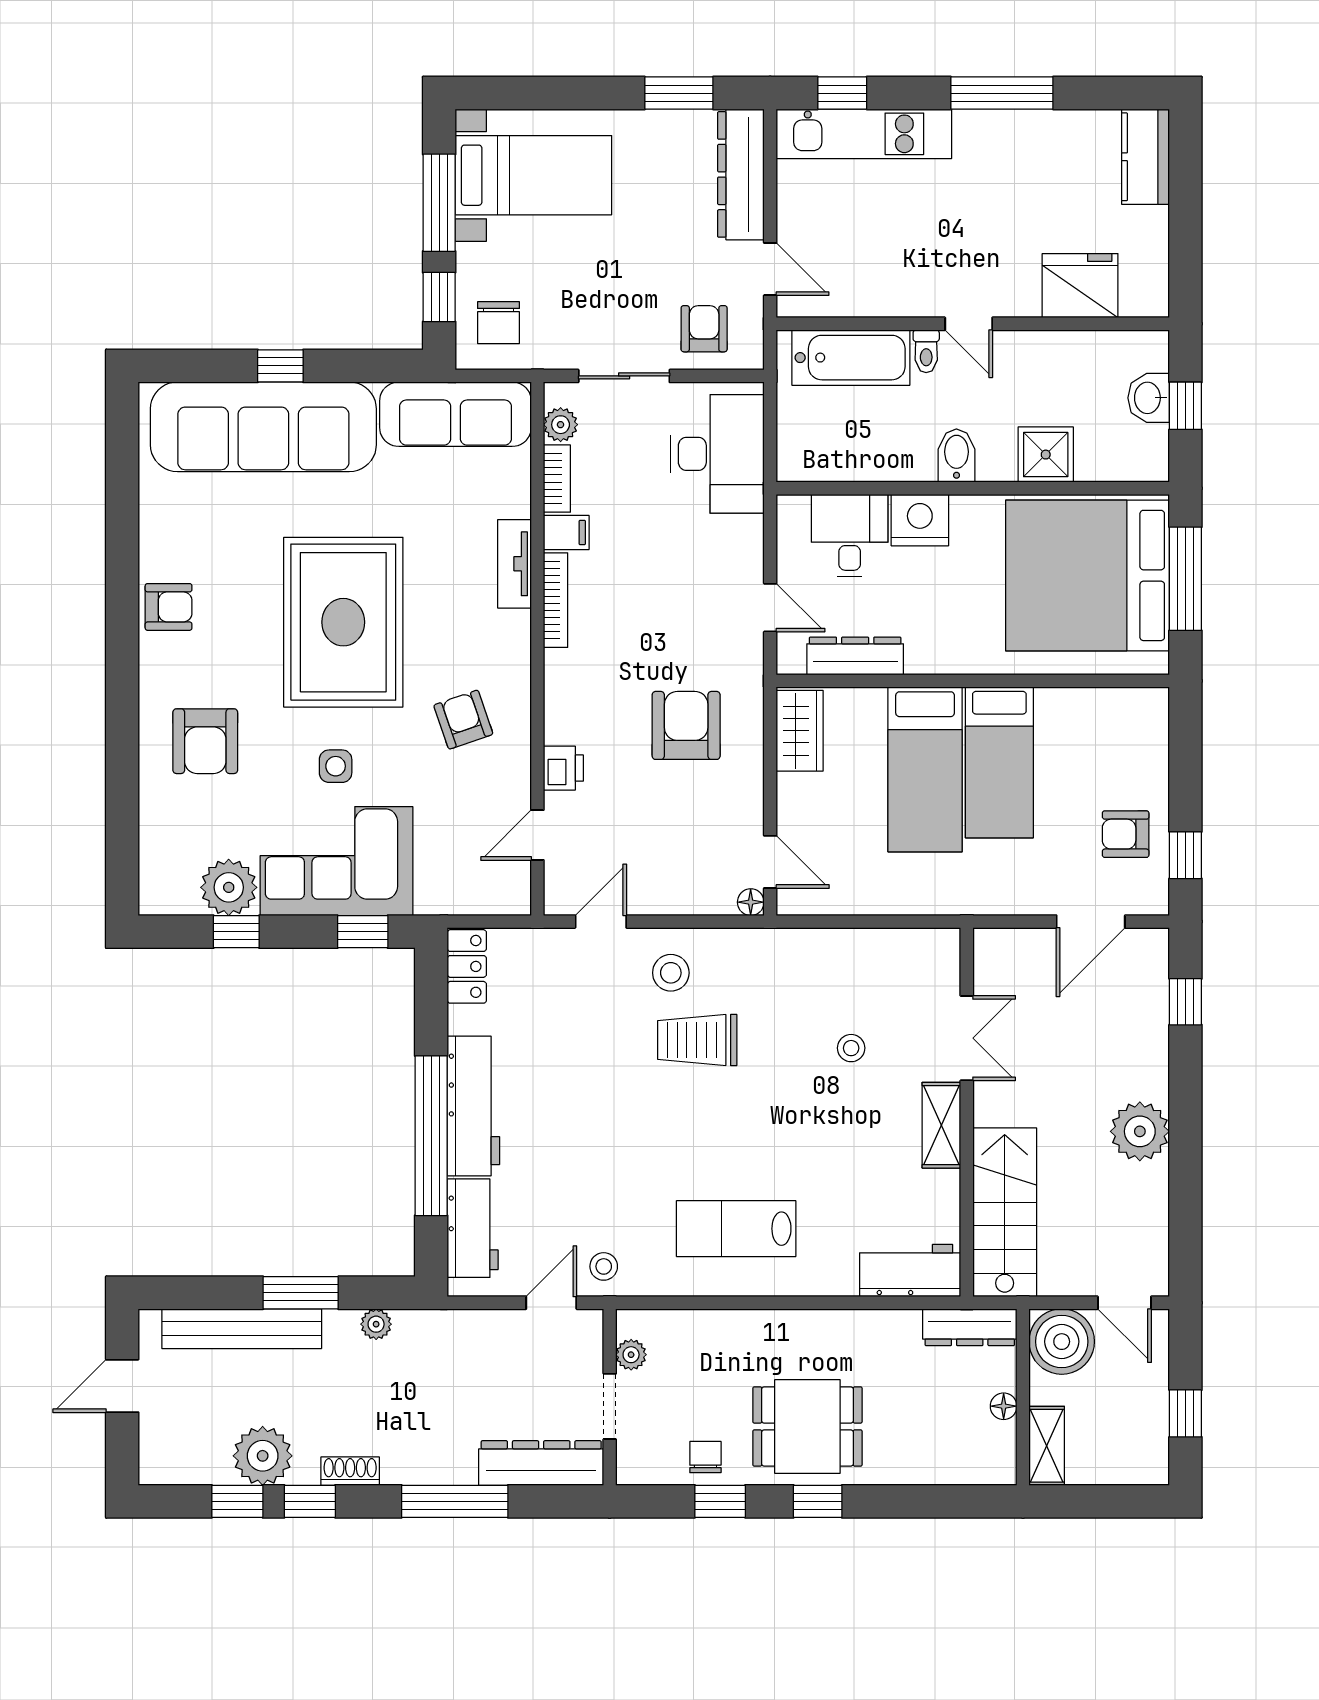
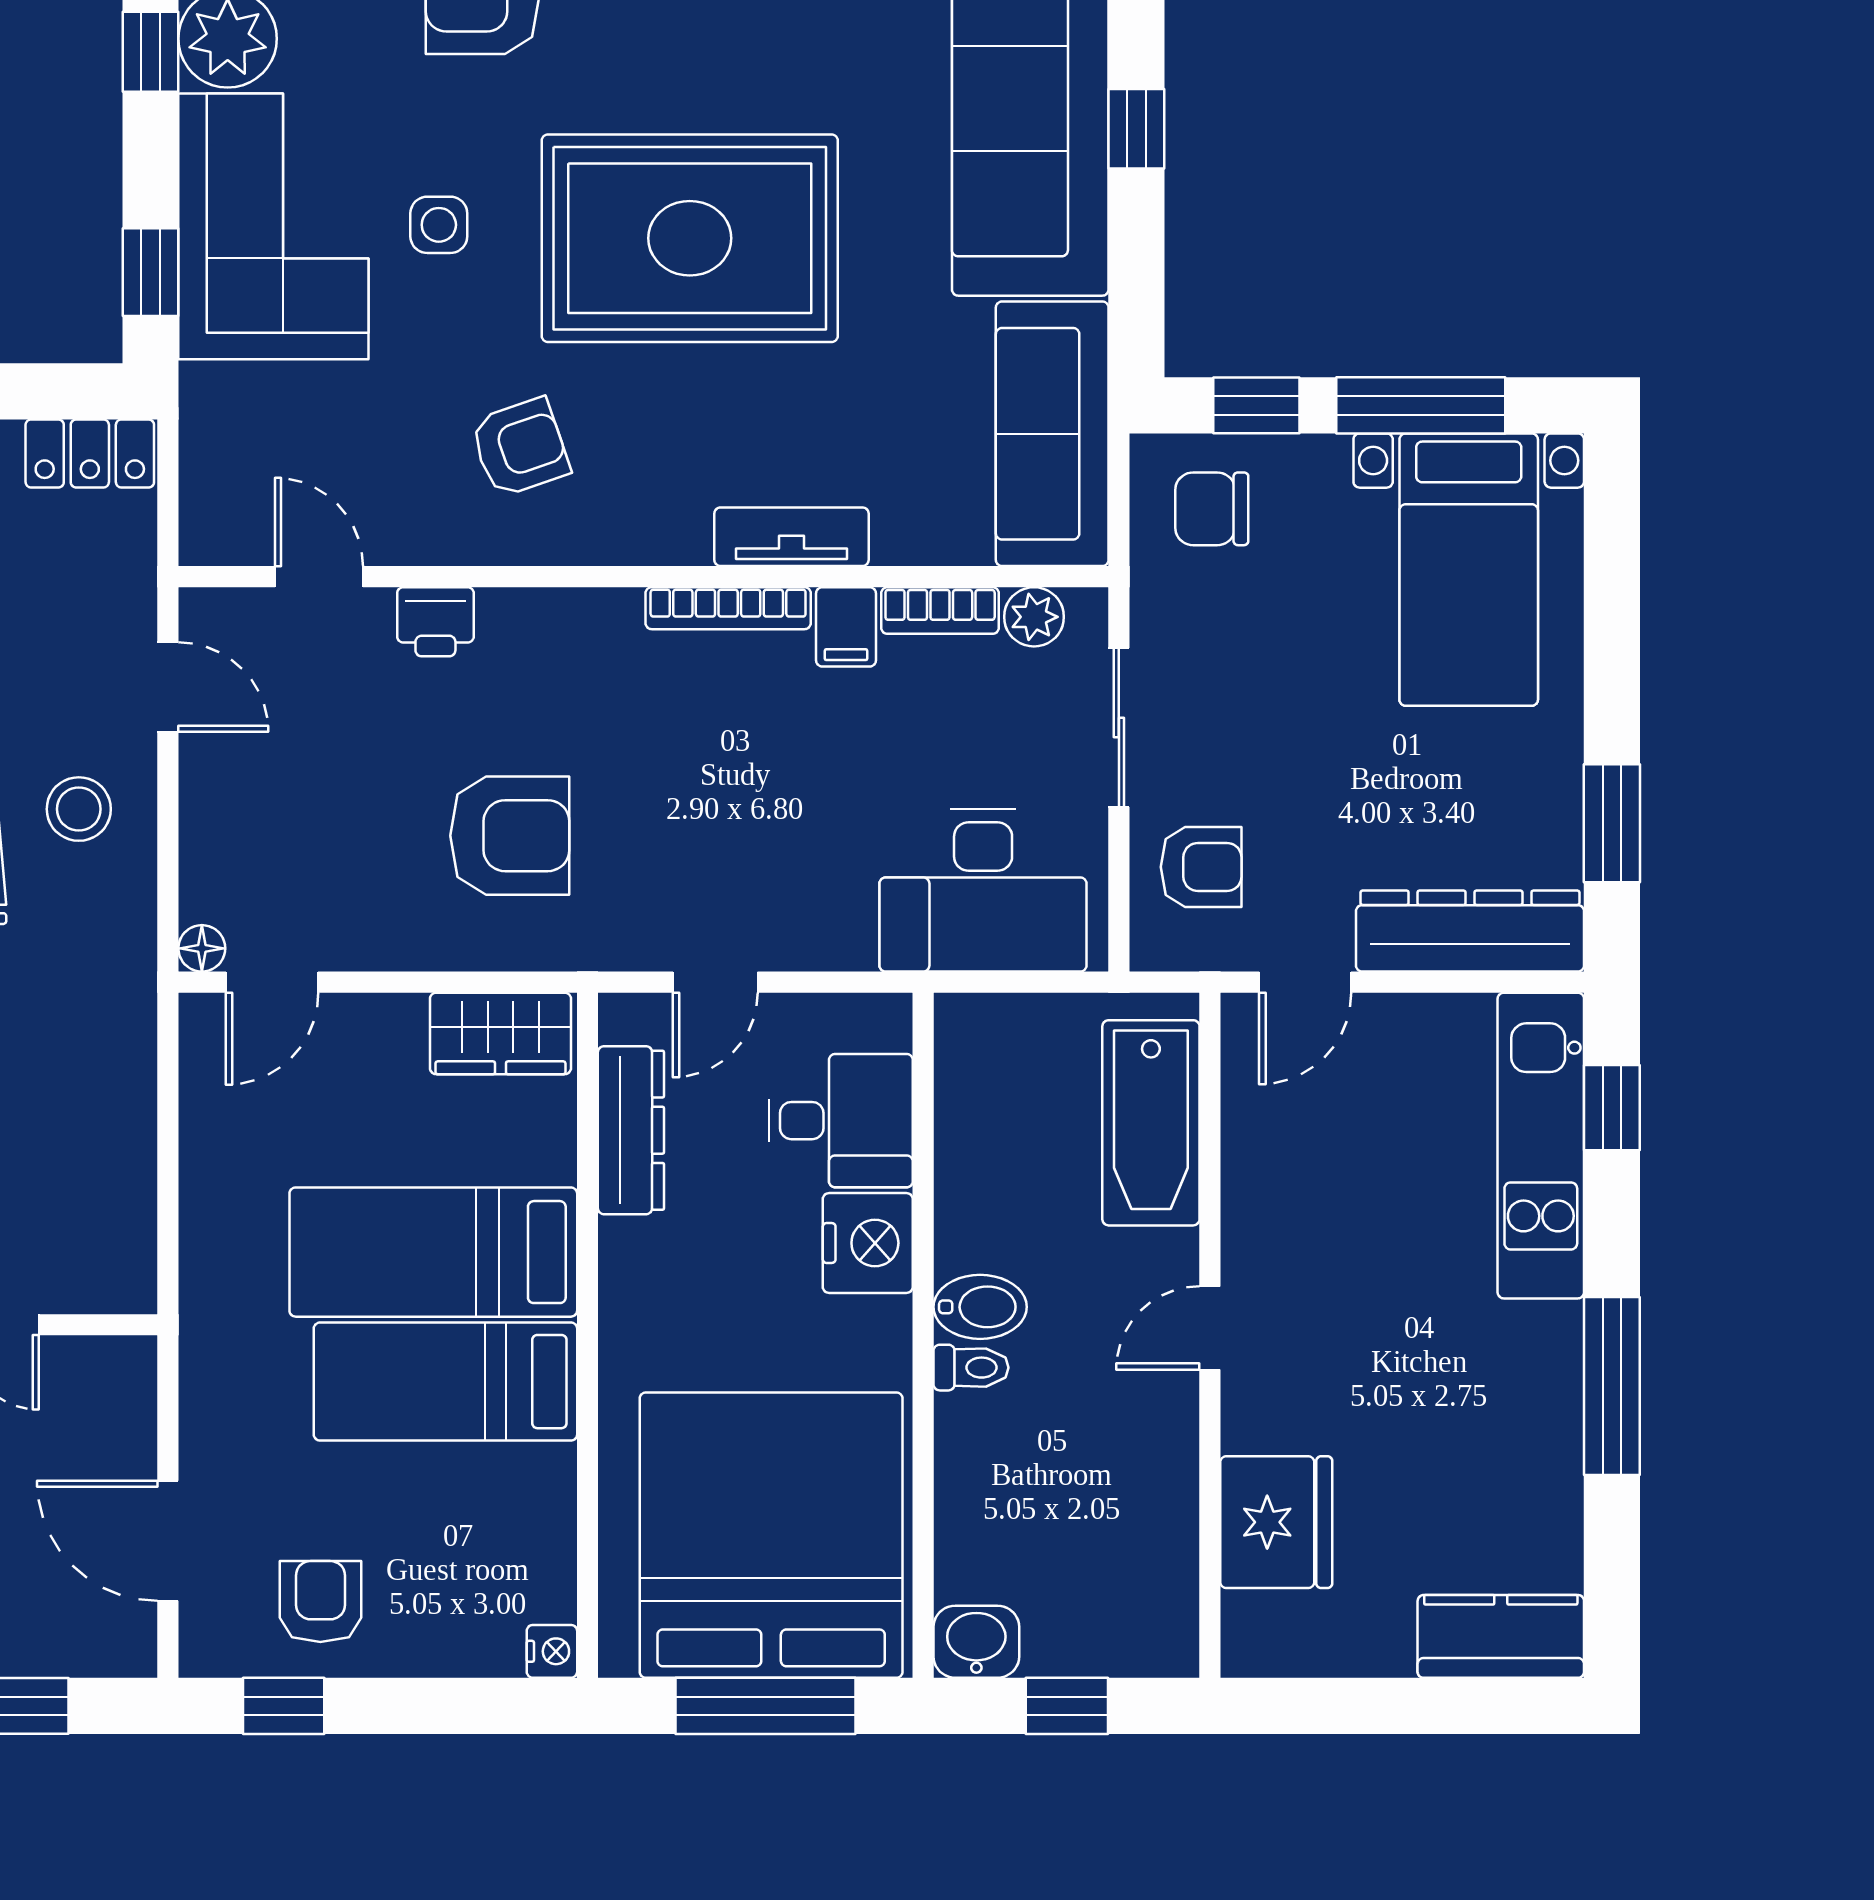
toilet: (926, 351) -> (971, 1368), moved, turned 180
washbasin: (1149, 398) -> (976, 1642), moved
shower: (1046, 455) -> (982, 1462), removed
nightstand: (1154, 701) -> (552, 1651), added

